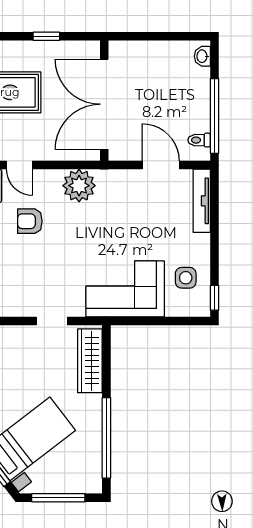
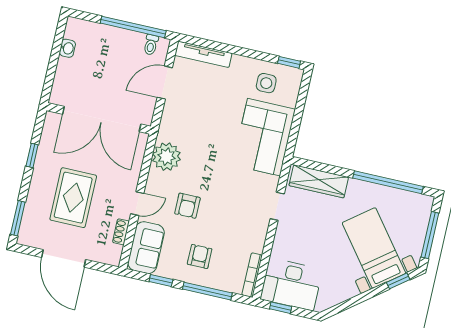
washbasin: (202, 56) -> (67, 48), moved, turned -90

